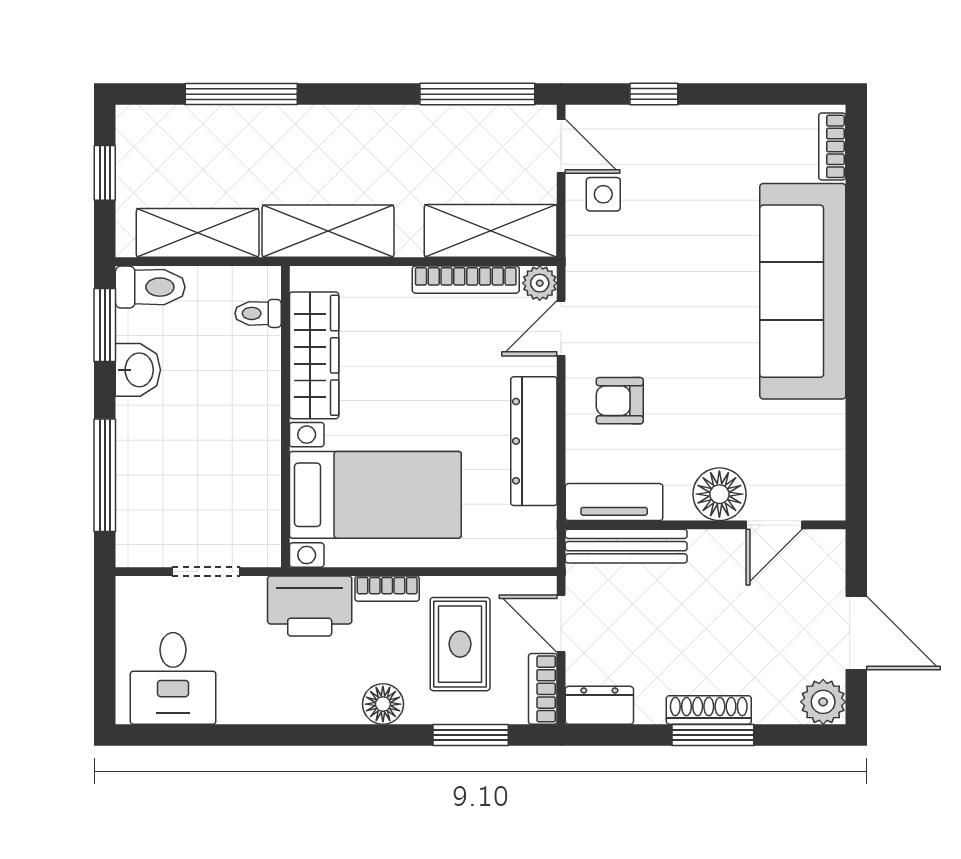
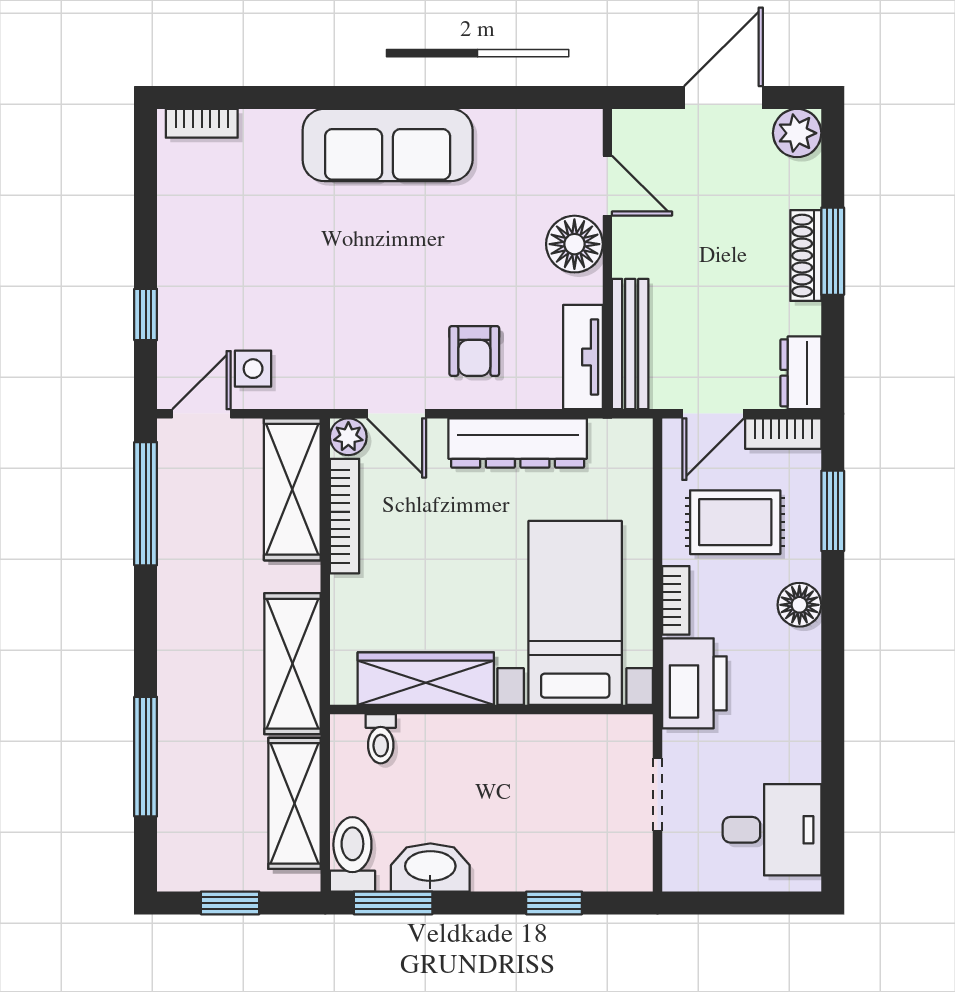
sofa: (803, 291) -> (388, 145), width x0.74, depth x0.79
washbasin: (138, 370) -> (430, 867), width x1.38
window: (105, 475) -> (554, 903), width x0.46

